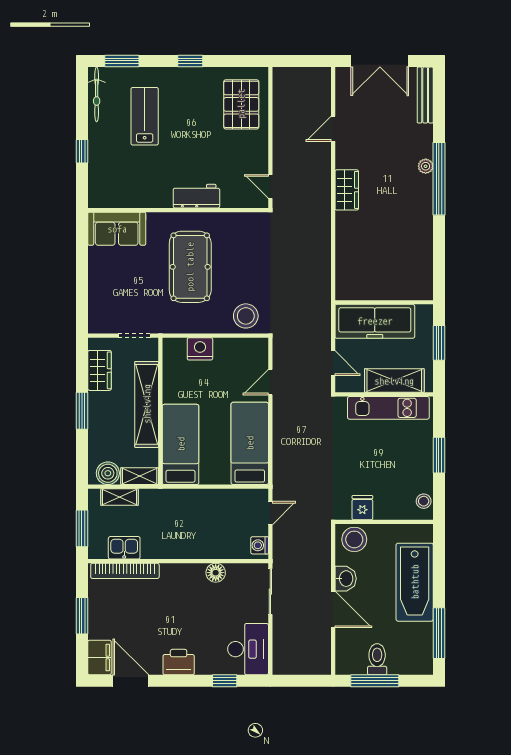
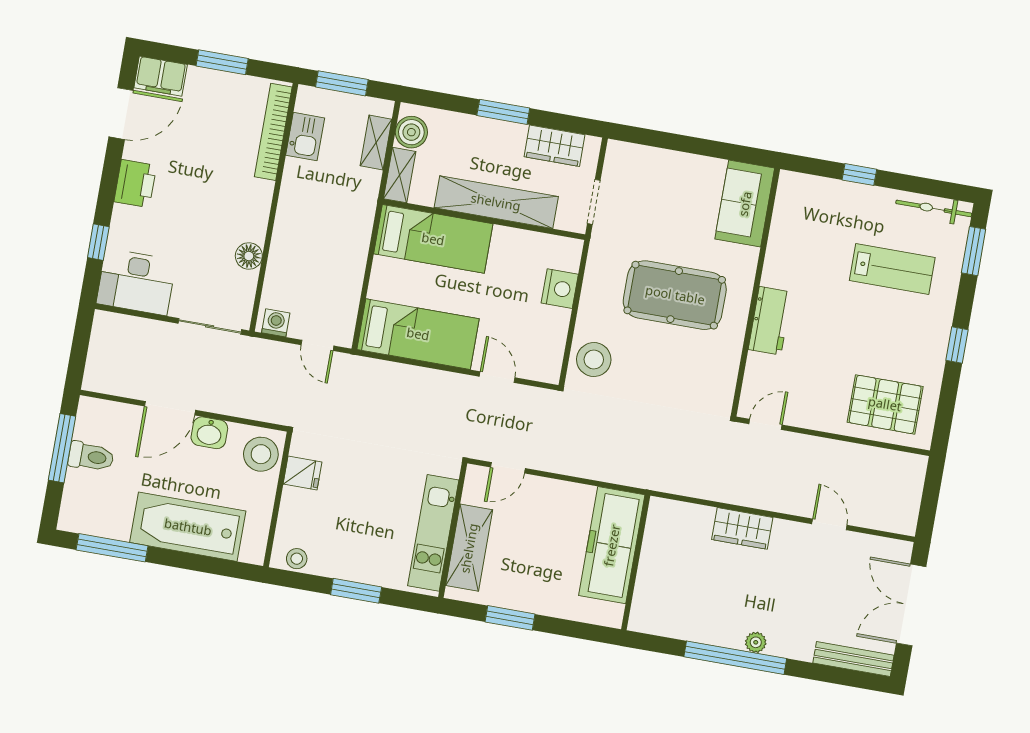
wall: (384, 302) -> (636, 562), moved
freezer: (375, 321) -> (612, 545), moved

